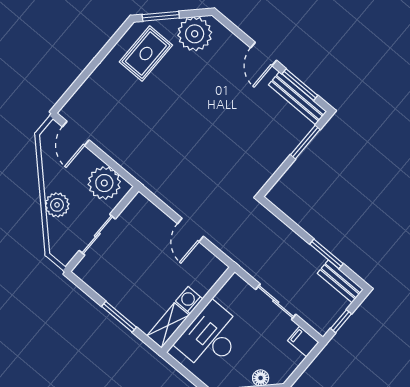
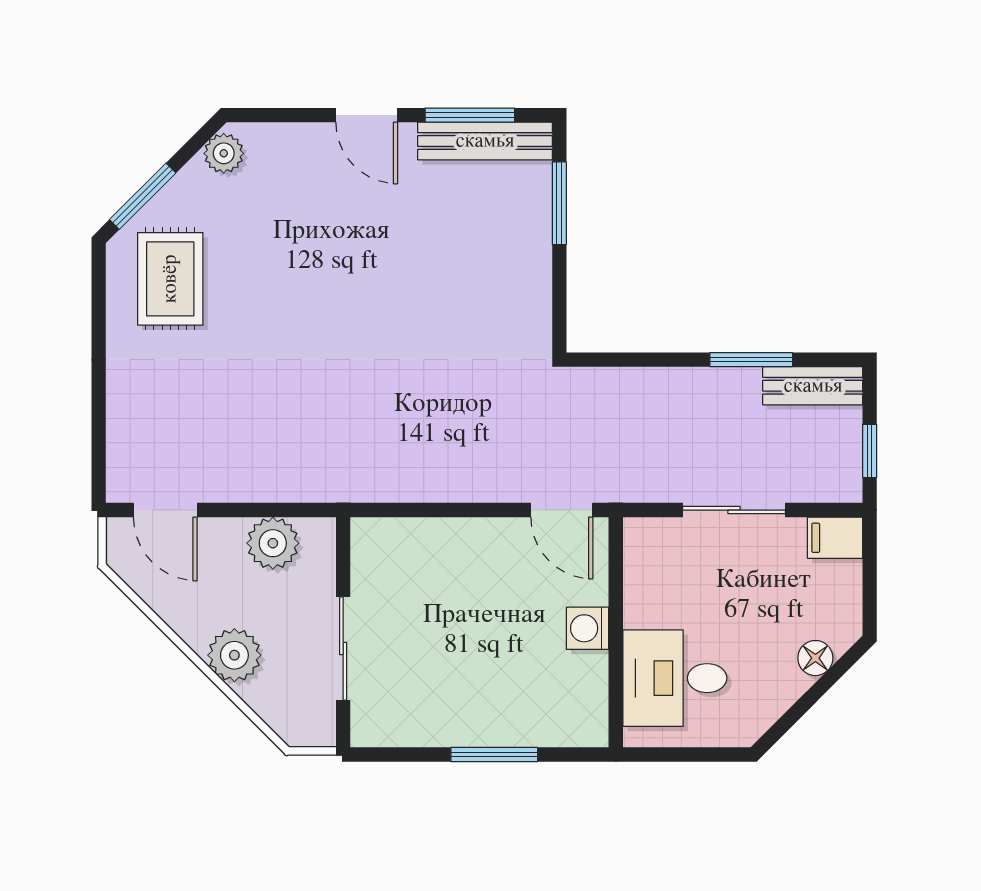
plant: (195, 34) -> (224, 153), width x0.53, depth x0.53
plant: (104, 183) -> (273, 543), width x0.73, depth x0.73
door: (191, 230) -> (562, 510), moved
shelving: (168, 325) -> (588, 700), removed
desk: (211, 337) -> (675, 678), width x0.73

